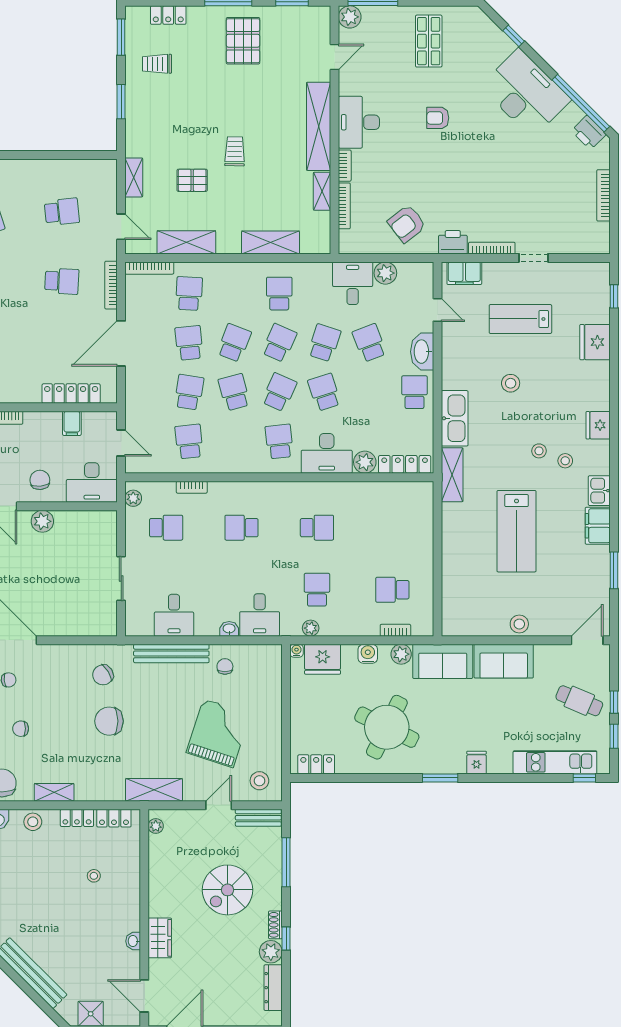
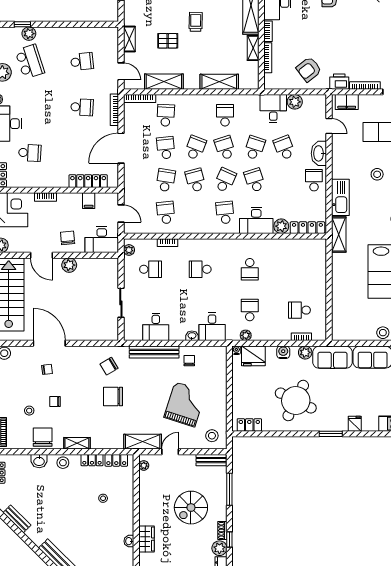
school desk: (279, 343) -> (225, 148), turned -42
school desk: (317, 528) -> (250, 269), turned 90
door: (219, 805) -> (170, 452), moved

